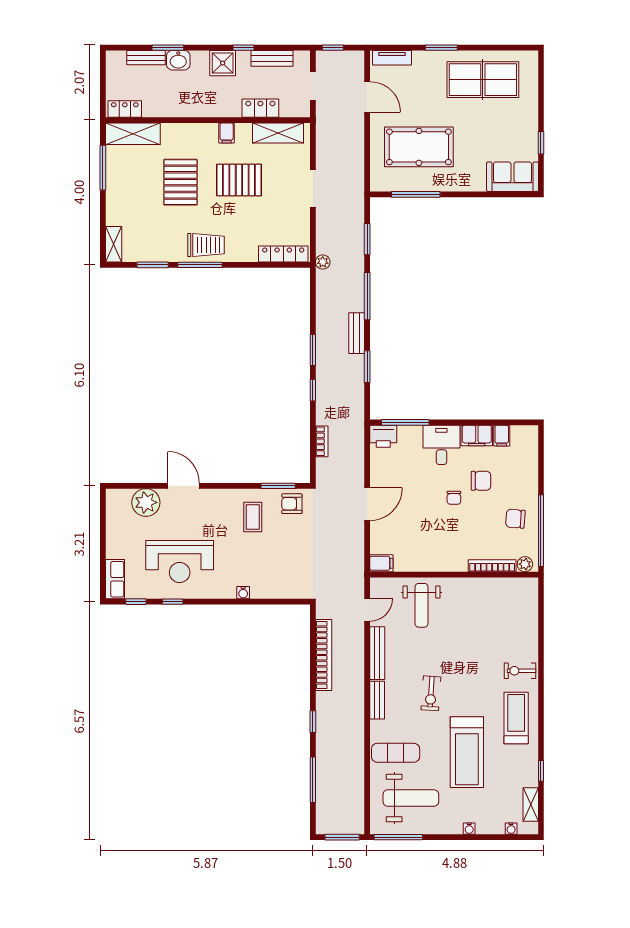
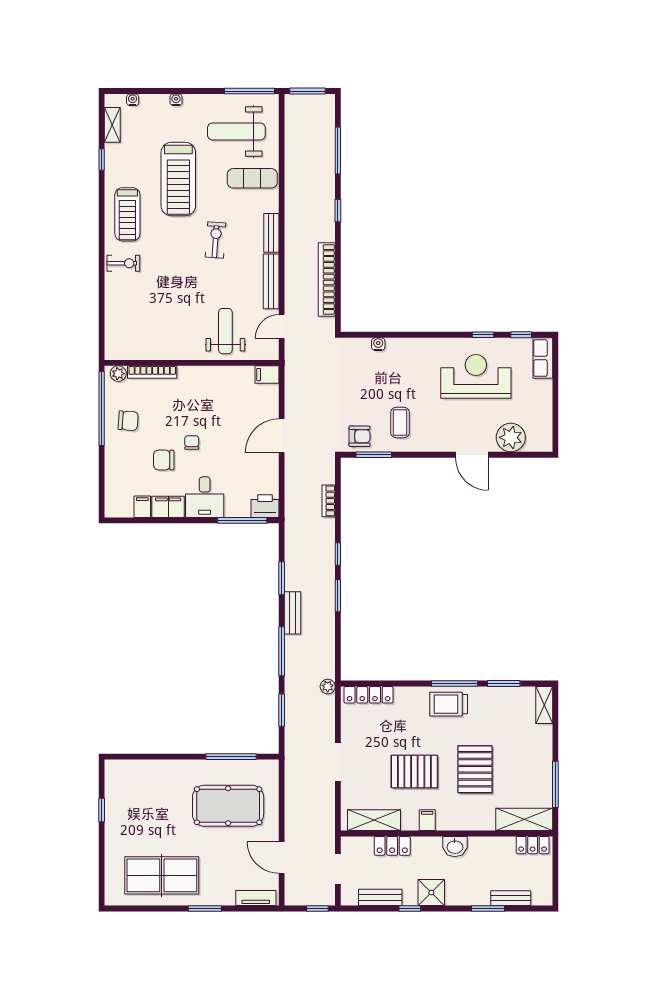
washbasin: (178, 60) -> (455, 847), moved, turned 180
sofa: (513, 177) -> (131, 775), removed
water cooler: (243, 593) -> (378, 344), moved
treadmill: (467, 752) -> (178, 179), turned 180

